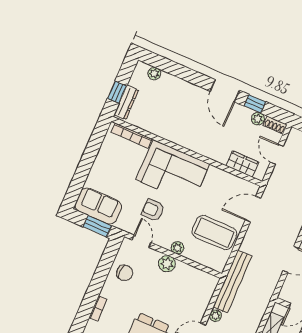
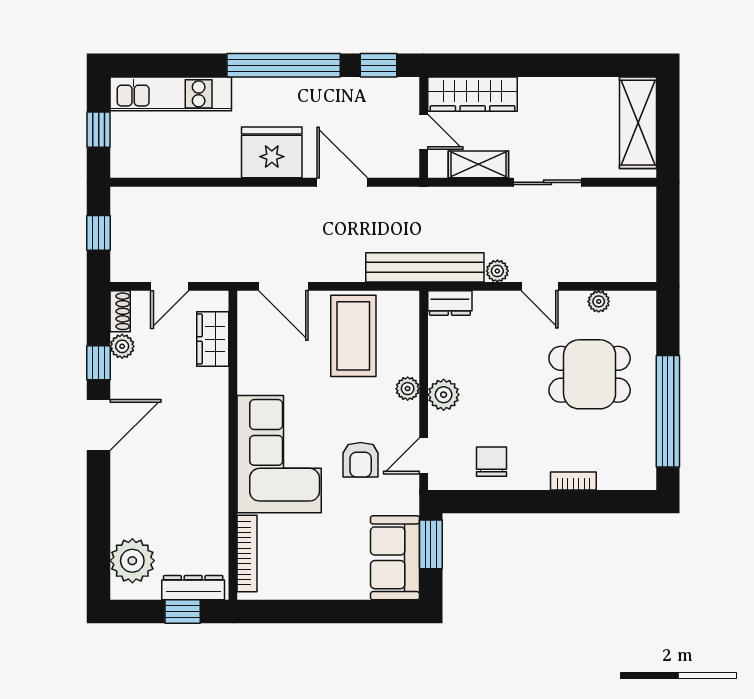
plant: (154, 74) -> (132, 561), width x1.87, depth x1.87
dresser: (210, 286) -> (450, 303), added

